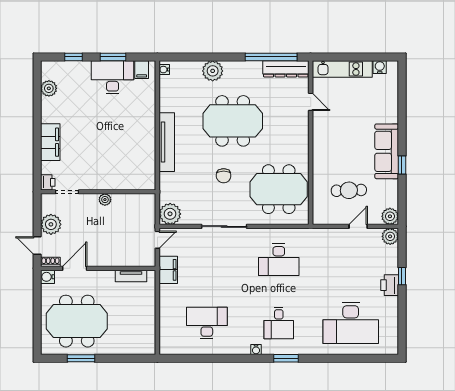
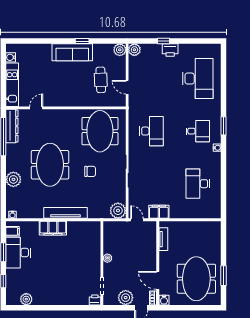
filing cabinet: (50, 142) -> (53, 228), moved, turned 180
door: (358, 226) -> (127, 87), moved

